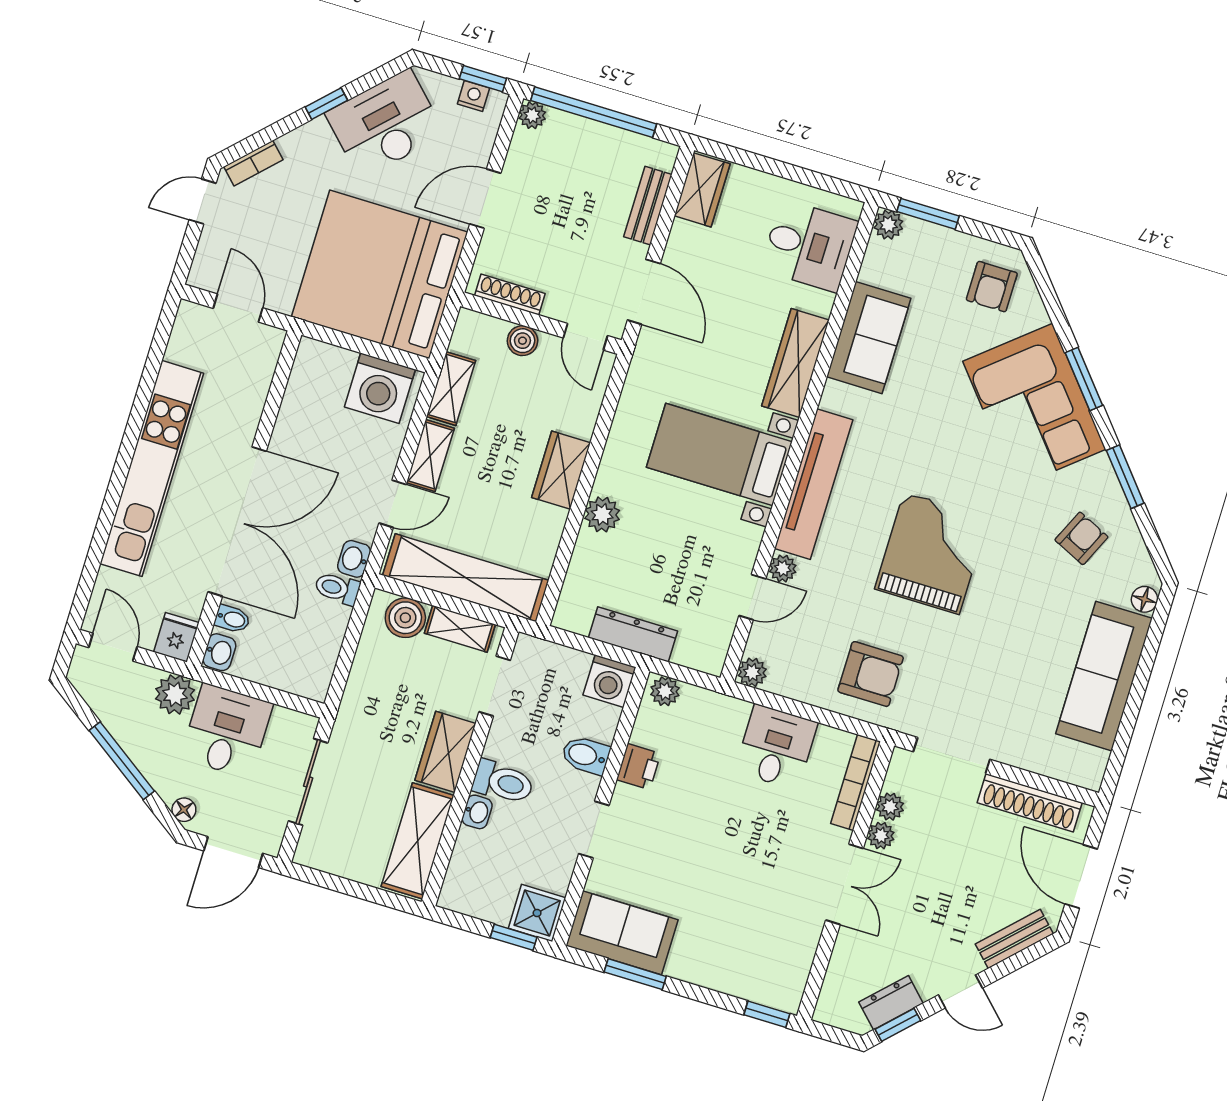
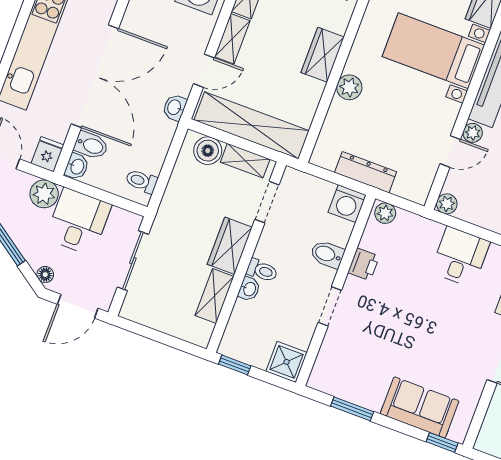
toilet: (337, 588) -> (141, 181), moved
bidet: (232, 619) -> (91, 145), width x1.38, depth x1.36
toilet: (503, 782) -> (262, 270), width x0.73, depth x0.72
shelving: (418, 841) -> (214, 296), width x0.67, depth x0.75
sofa: (622, 933) -> (420, 407), moved
window: (514, 937) -> (235, 365), moved

